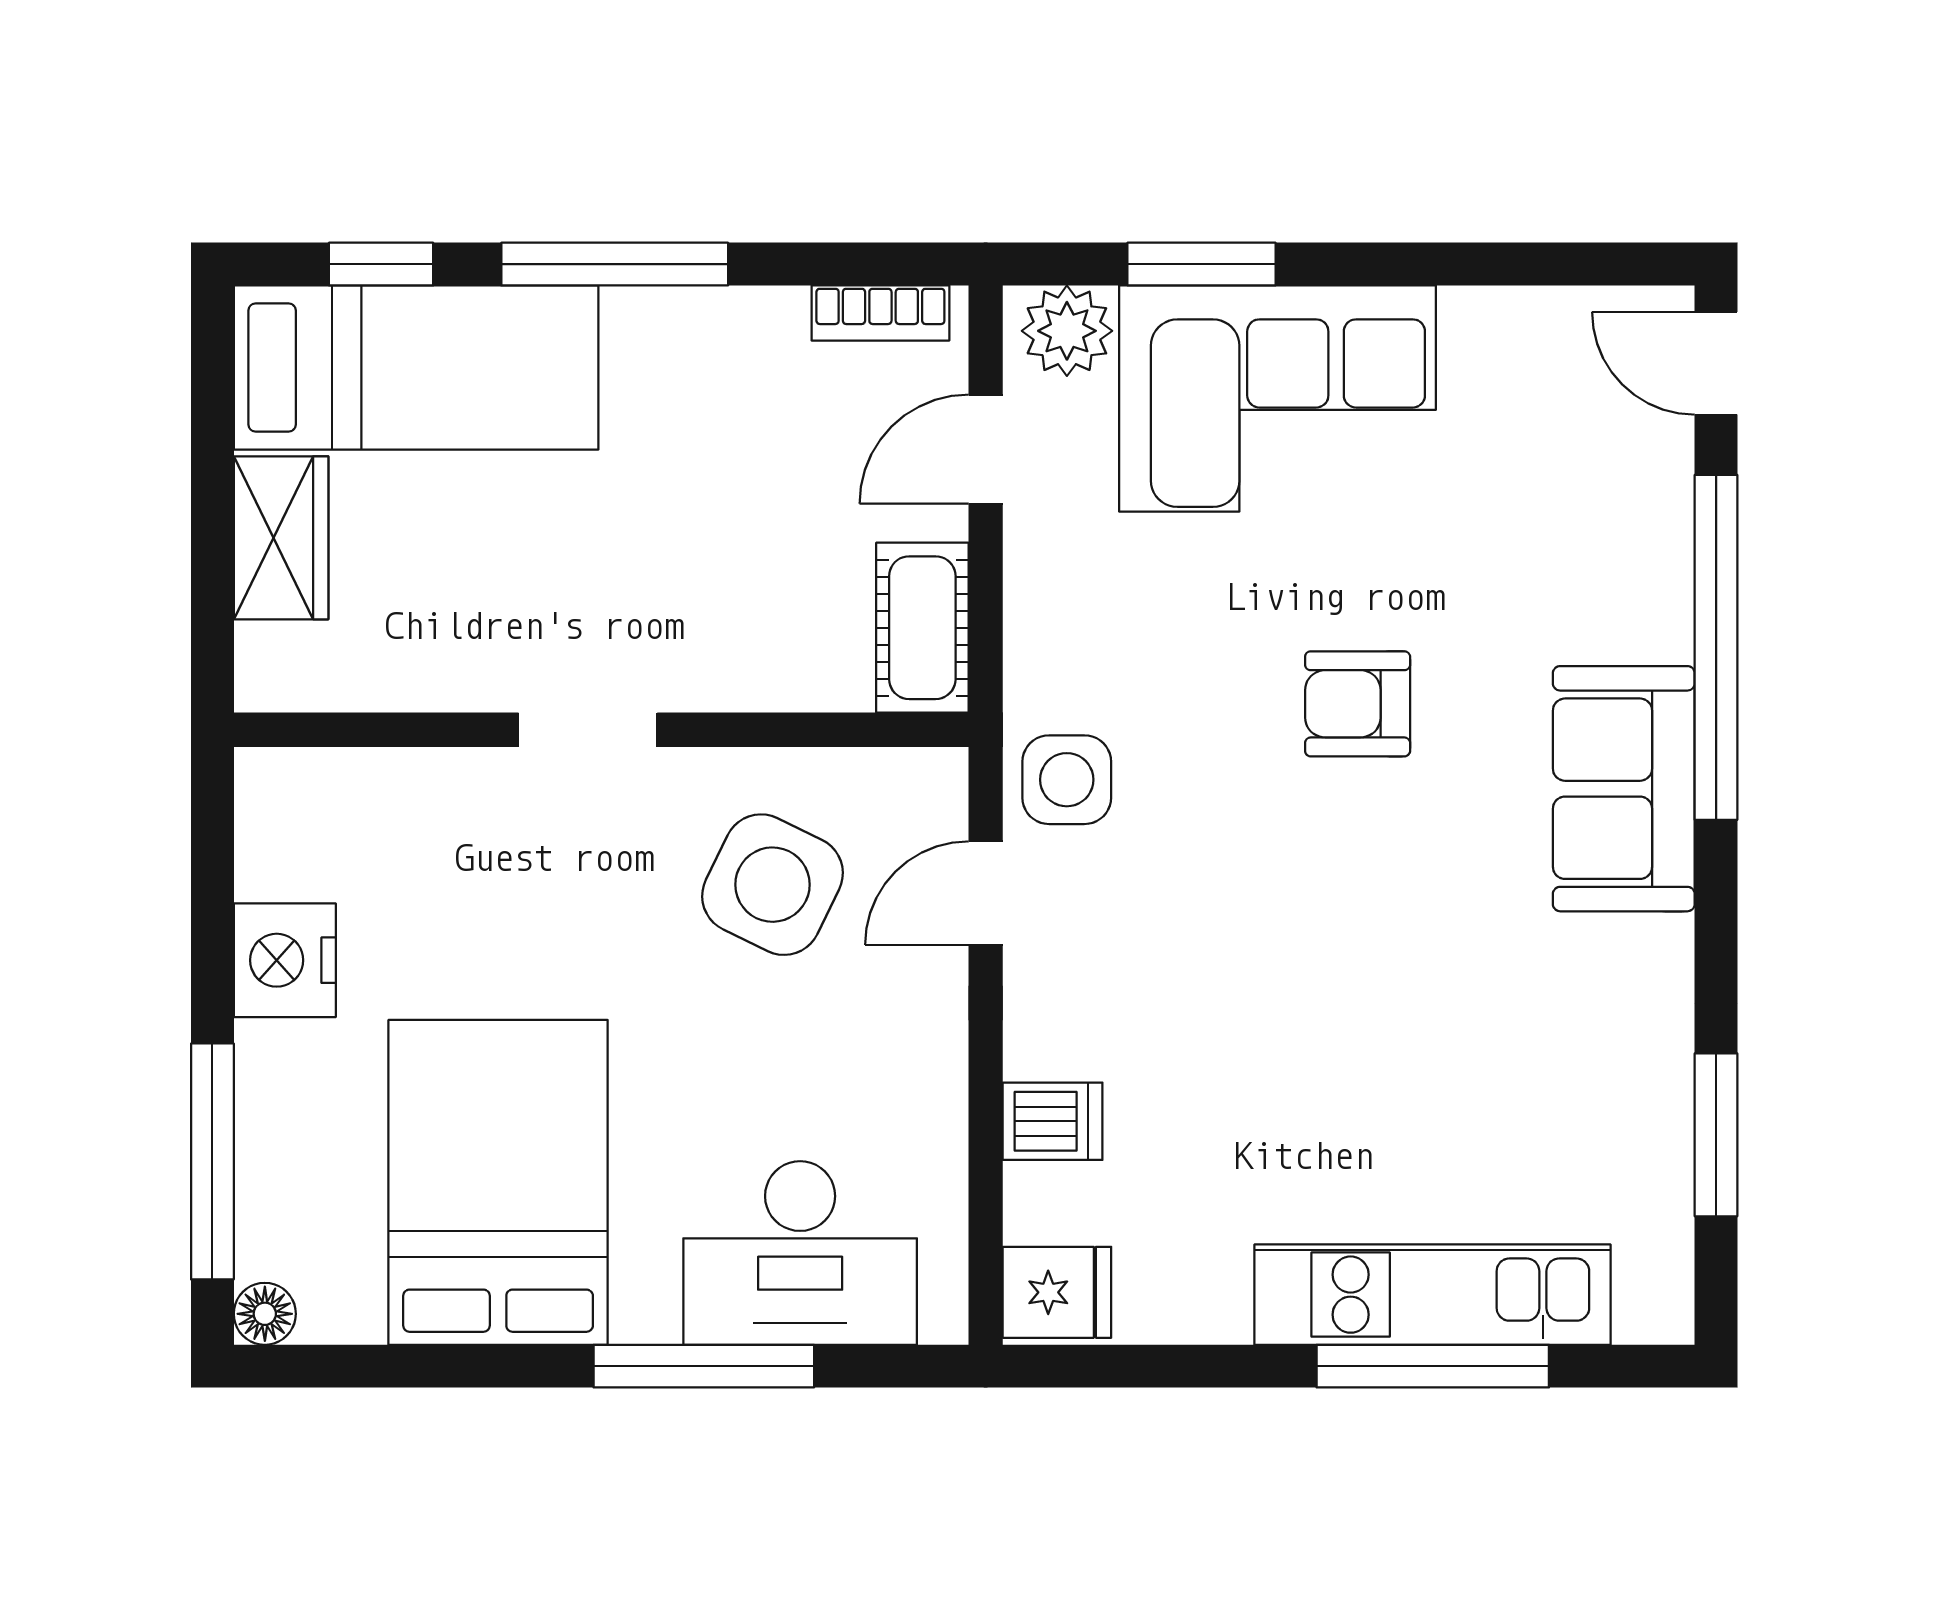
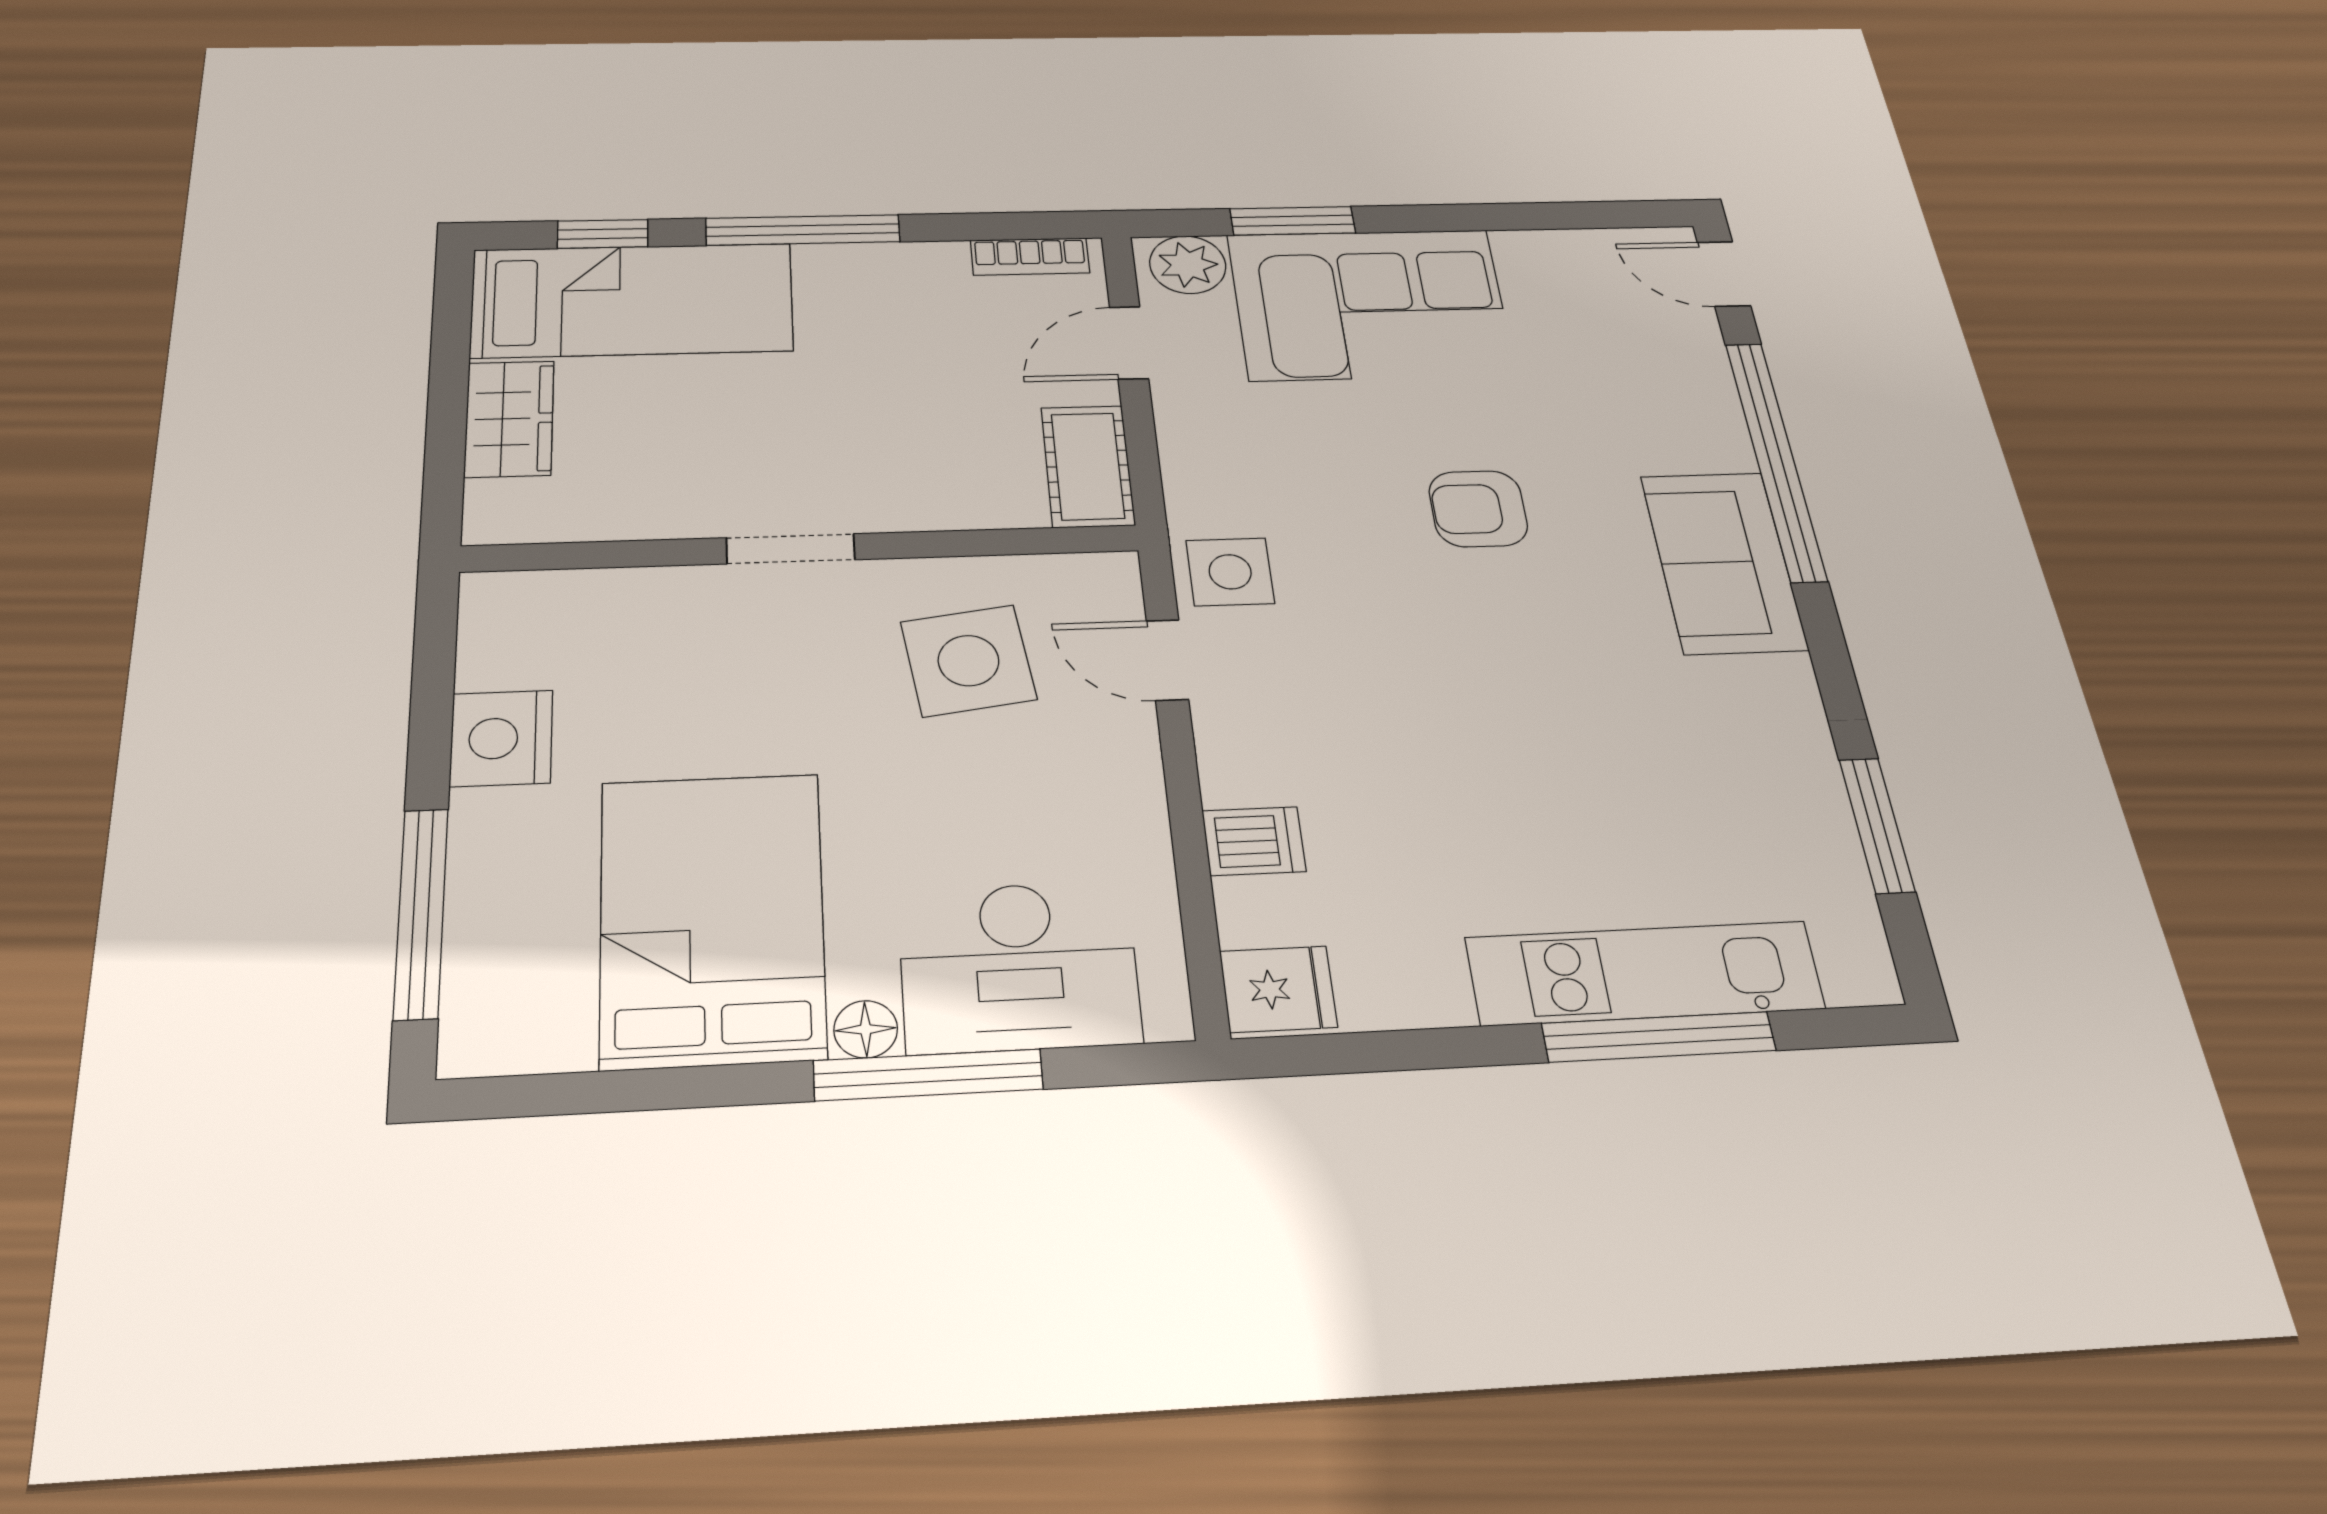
side table: (772, 885) -> (968, 661), turned -34
door: (986, 893) -> (1167, 660), hinge flipped
floor lamp: (265, 1314) -> (866, 1029), moved

